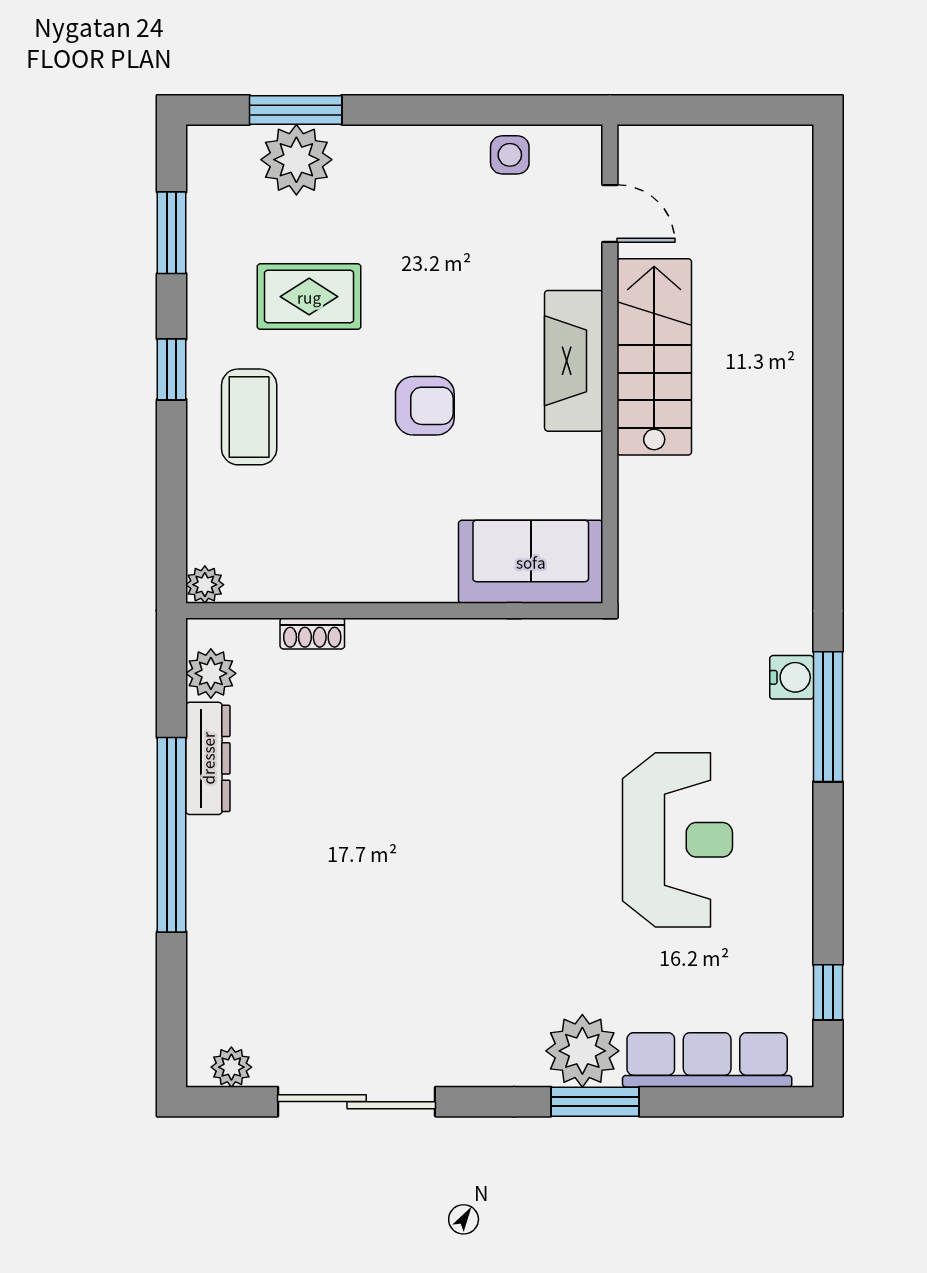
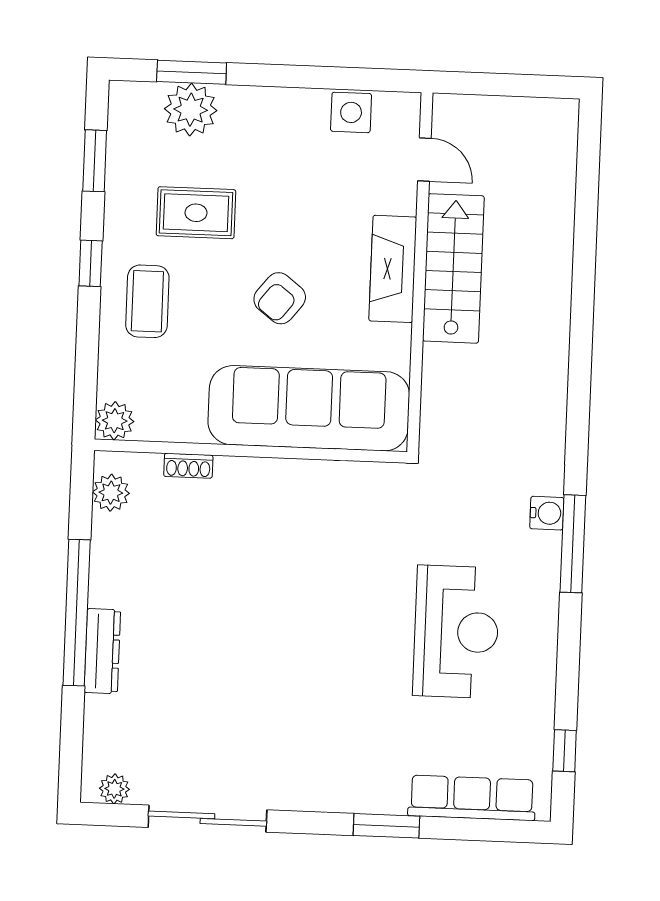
side table: (510, 155) -> (351, 112), width x1.37, depth x1.37
armchair: (425, 406) -> (280, 298), turned 128
sofa: (531, 562) -> (309, 408), width x1.85, depth x1.27
plant: (205, 585) -> (115, 421), width x1.38, depth x1.38
dresser: (208, 758) -> (102, 651), moved
plant: (582, 1051) -> (378, 787), removed

